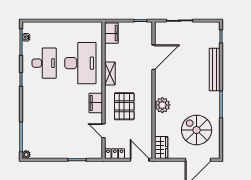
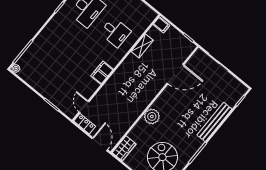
filing cabinet: (111, 33) -> (161, 25), width x0.50
desk: (80, 63) -> (115, 32), width x0.53, depth x0.77
shelving: (110, 73) -> (142, 46), moved
pallet: (124, 106) -> (122, 93), removed
door: (104, 131) -> (84, 107), moved

